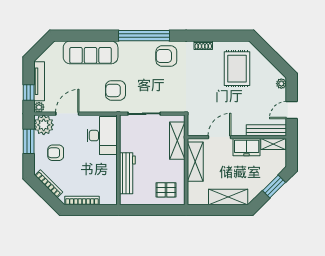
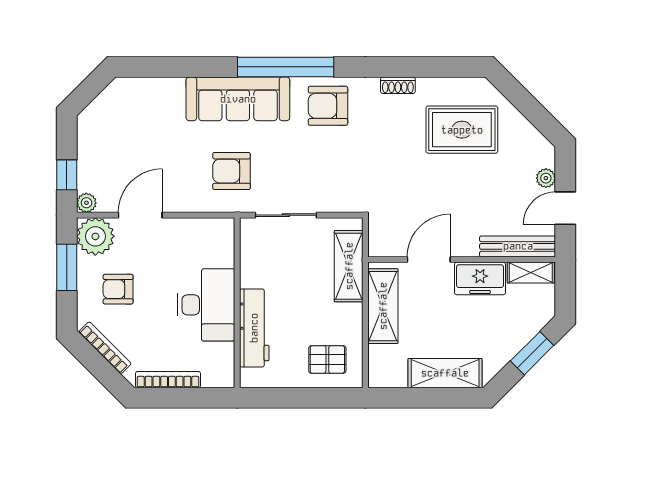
sofa: (91, 52) -> (238, 99), moved
rug: (237, 69) -> (462, 130), turned 90
tv unit: (39, 81) -> (87, 154), removed
plant: (281, 84) -> (546, 178), moved
desk: (102, 136) -> (206, 305), moved

